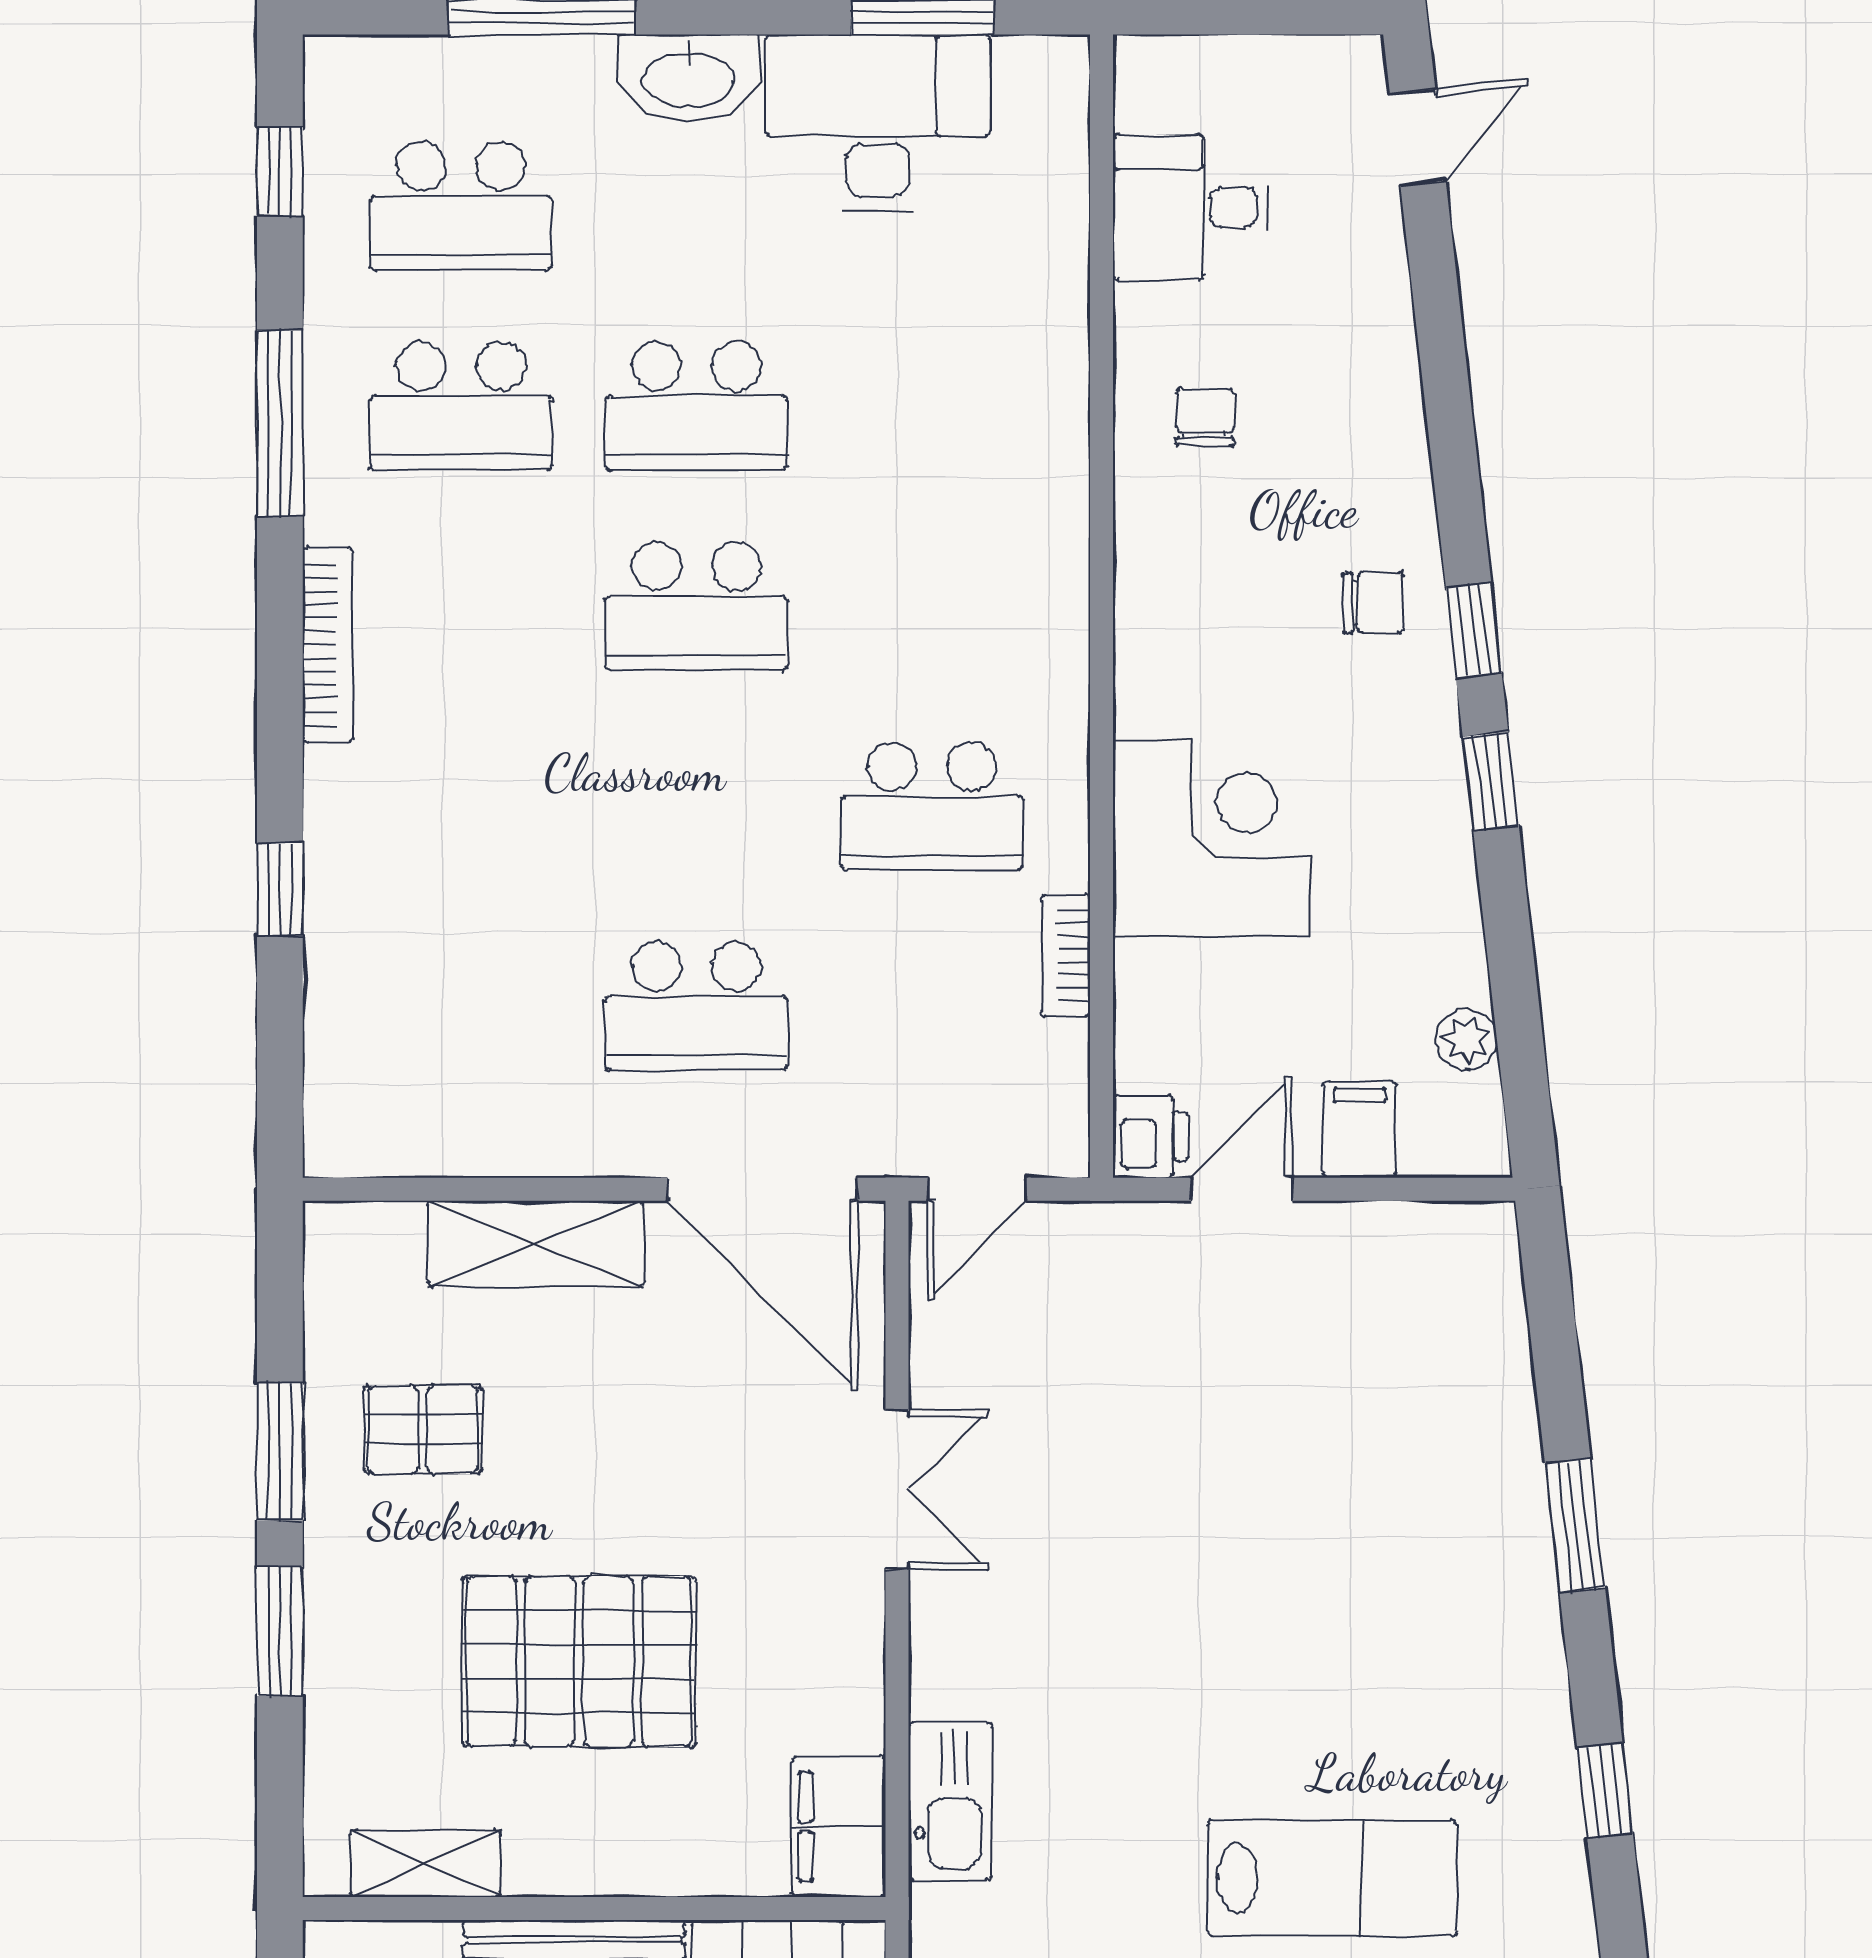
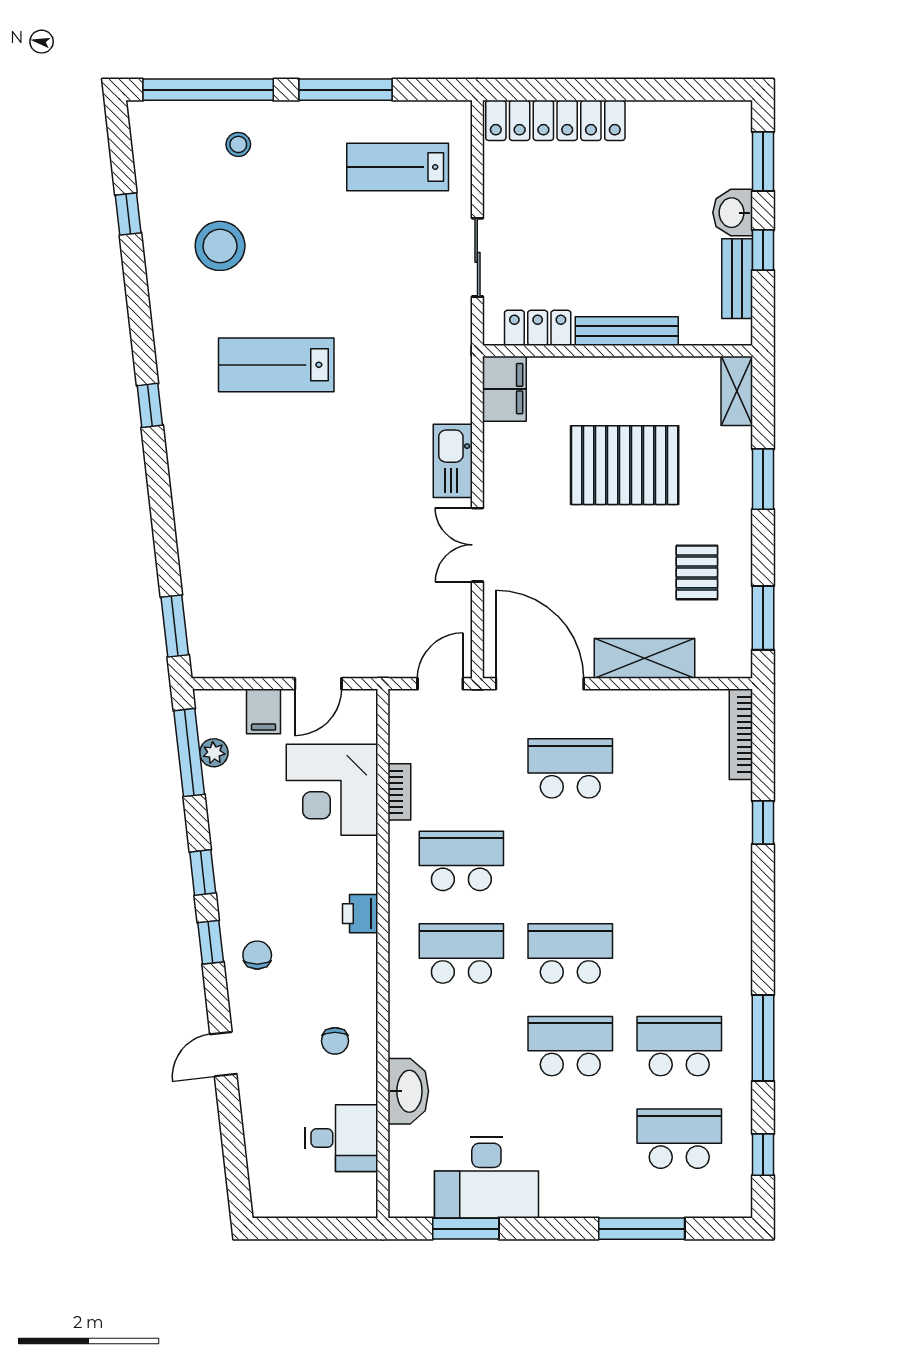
washbasin: (688, 78) -> (408, 1091), moved, turned 90
door: (1418, 138) -> (223, 1054), moved
chair: (1373, 603) -> (257, 955), turned 90
school desk: (932, 606) -> (461, 953), added
bookcase: (328, 645) -> (741, 734), moved
corner desk: (1211, 838) -> (332, 790), moved
window: (1520, 1040) -> (189, 753), added
printer: (1151, 1136) -> (360, 914), moved
pallet: (423, 1430) -> (697, 572), turned 90
window: (280, 1452) -> (763, 618), moved
window: (1575, 1526) -> (175, 626), moved
kitchen sink: (950, 1801) -> (453, 461), moved
shelving: (425, 1863) -> (737, 391), moved, turned 90

